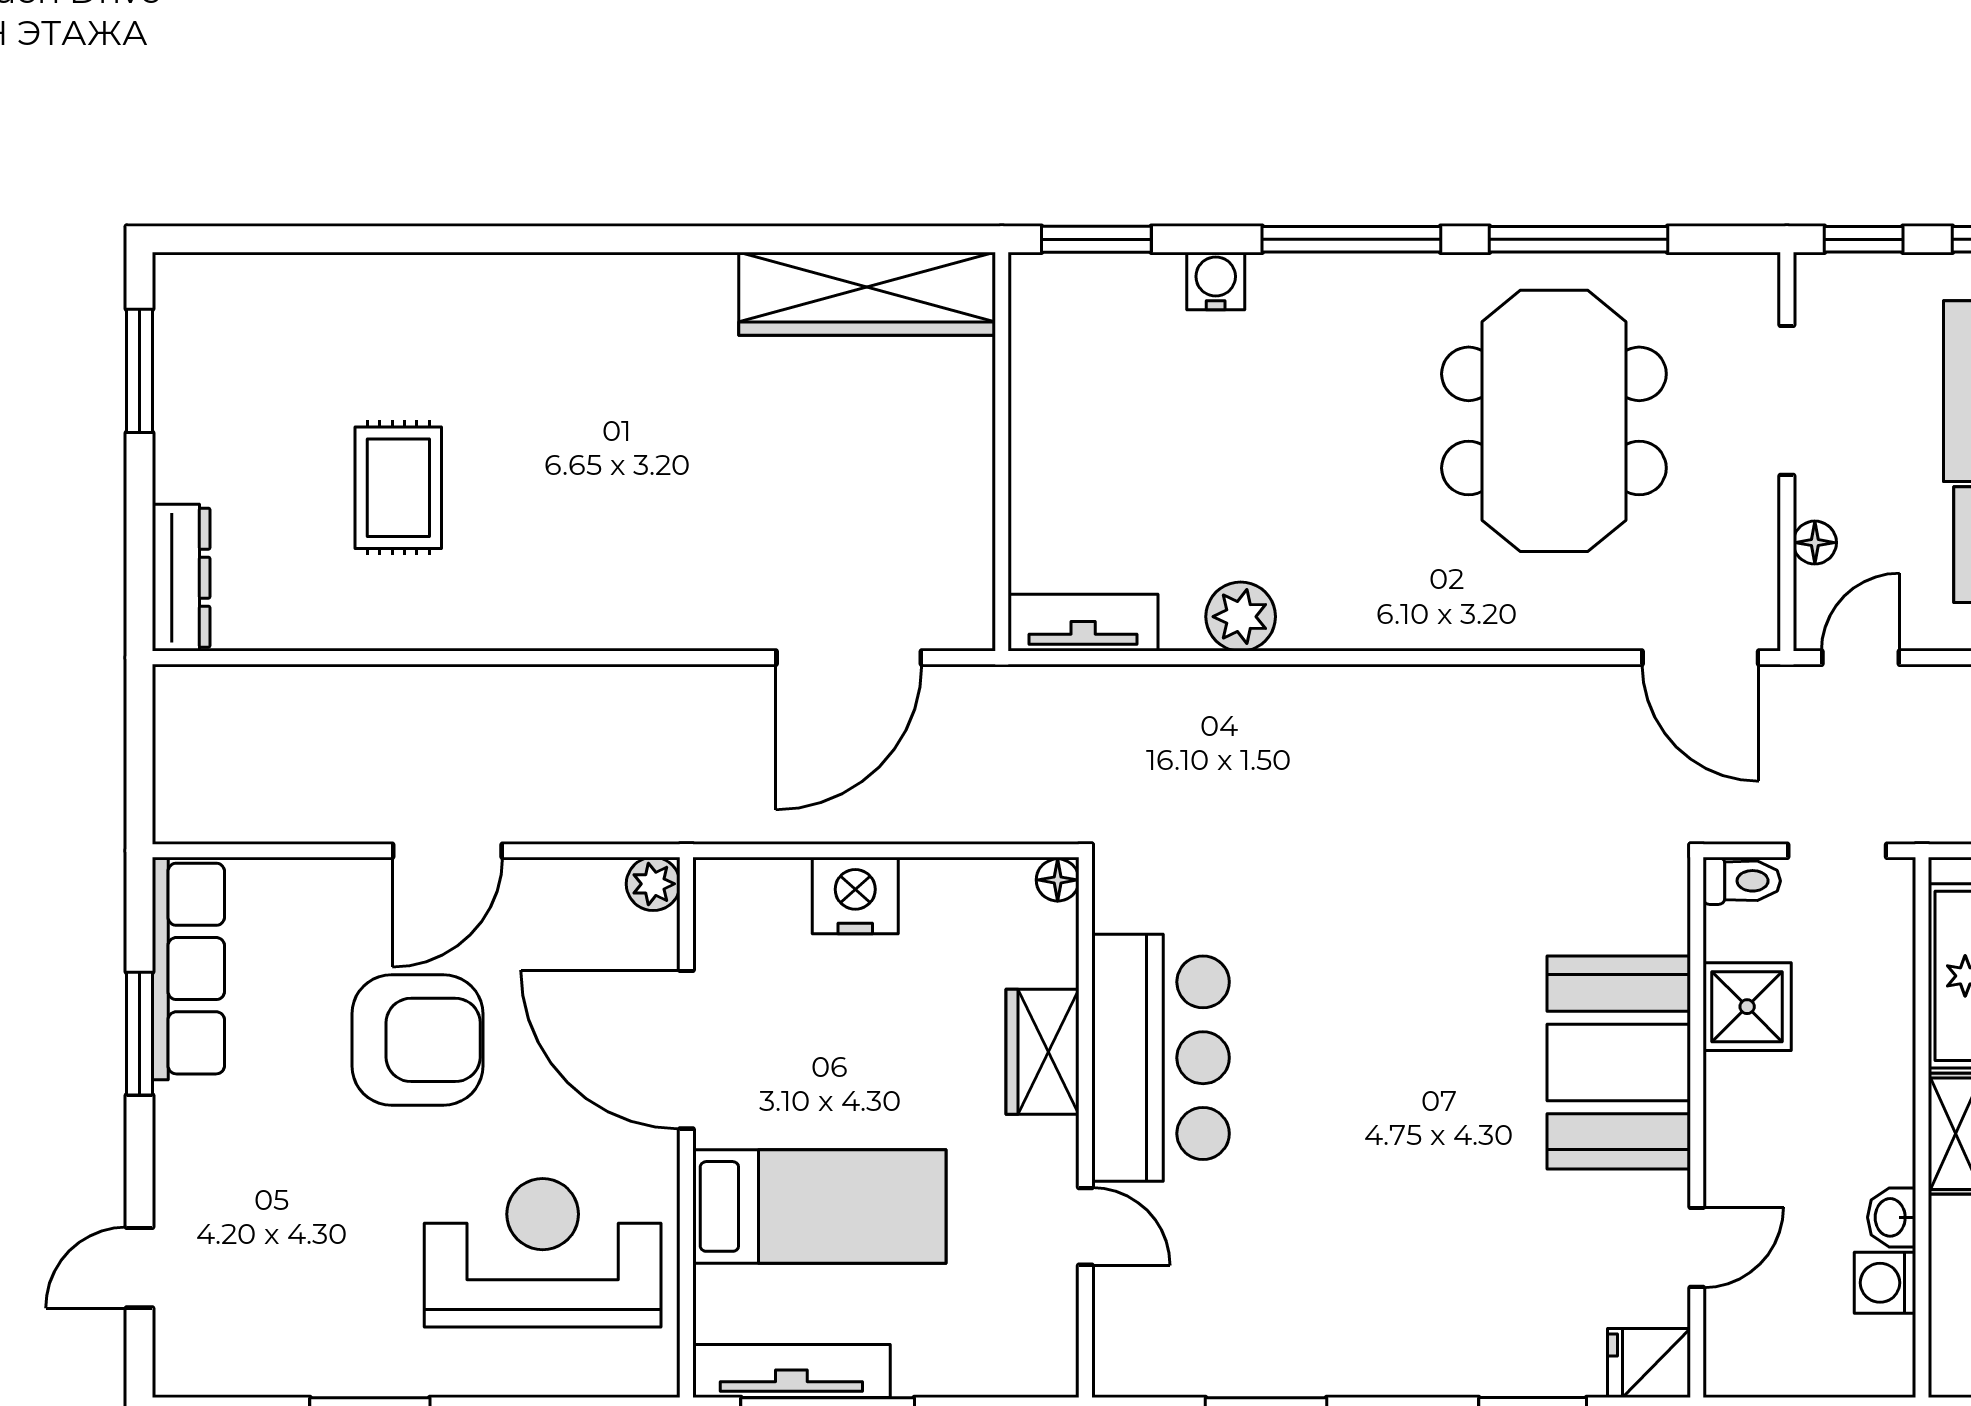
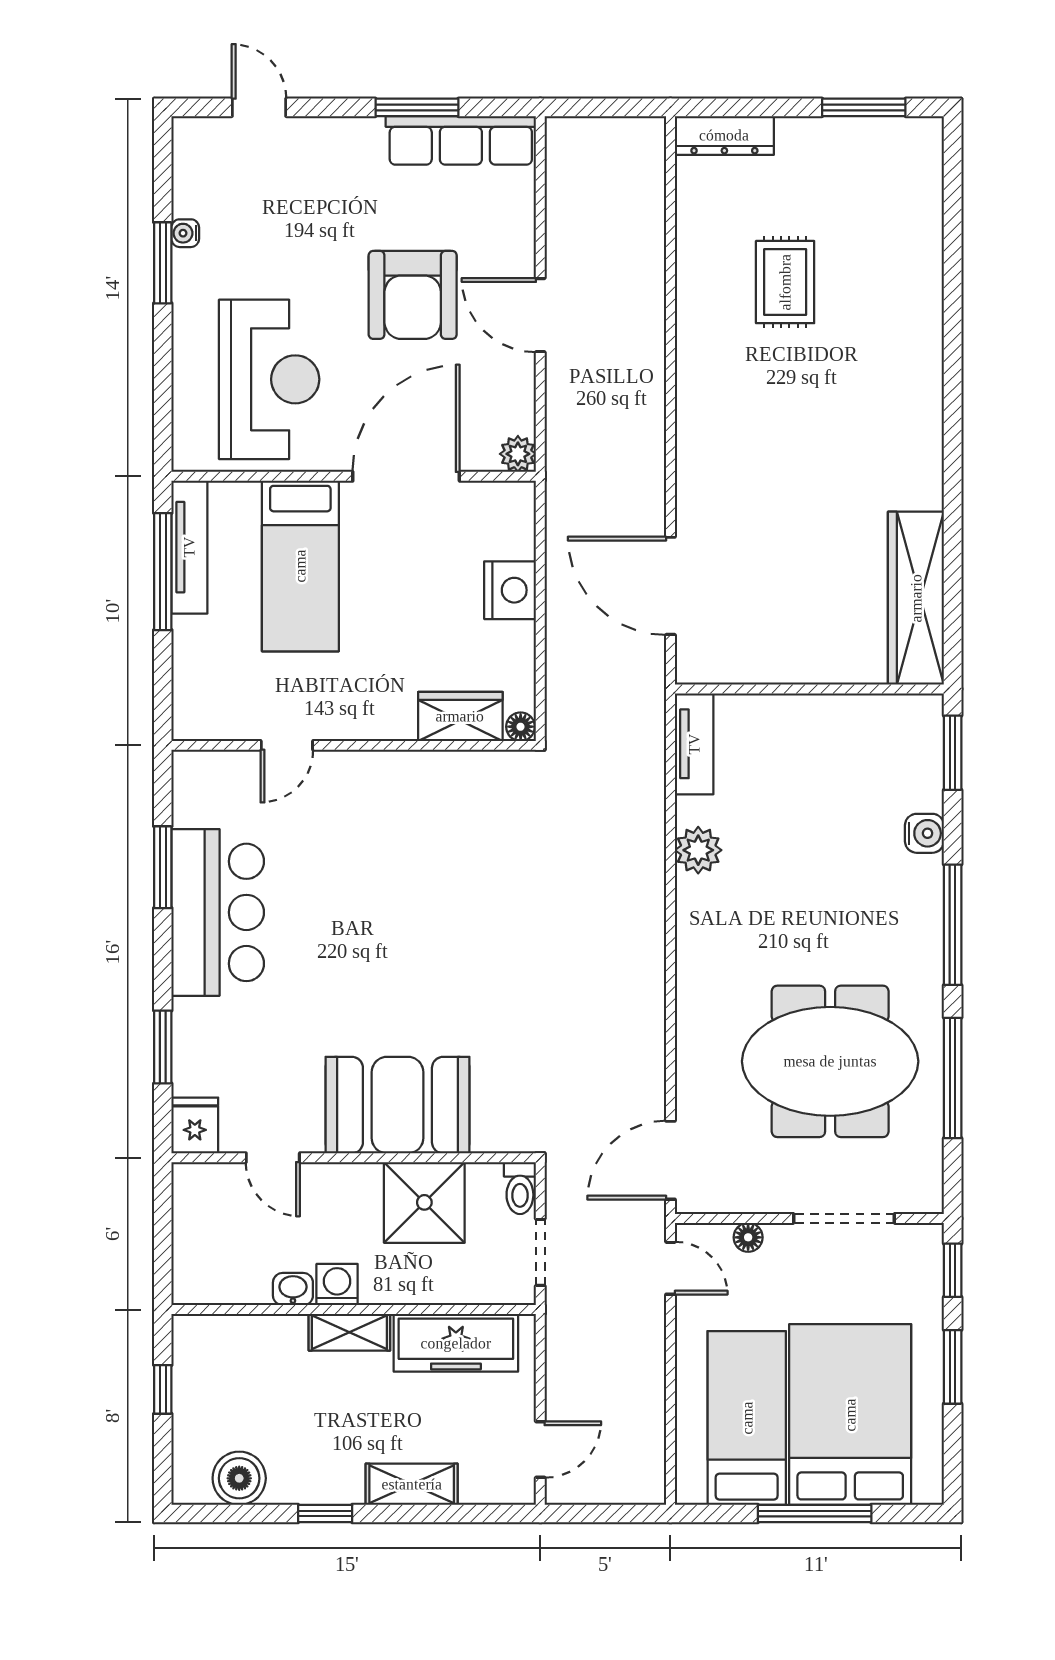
rug: (398, 488) -> (785, 282), turned 90
shower: (1747, 1007) -> (424, 1202), width x1.36, depth x1.36
wardrobe: (1043, 1052) -> (460, 716), moved
bar counter: (1160, 1058) -> (218, 912), moved, turned -90
washing machine: (1885, 1283) -> (337, 1285), moved
water cooler: (326, 1377) -> (185, 233), added

